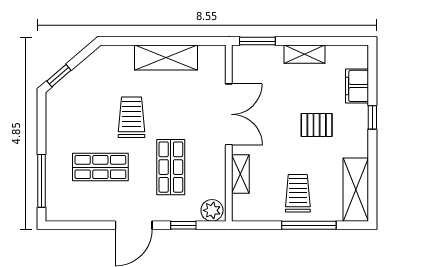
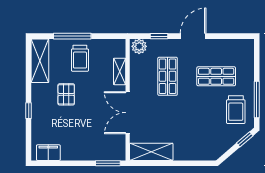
shelving: (304, 54) -> (75, 154), removed
shelving: (166, 58) -> (151, 152), moved
filing cabinet: (357, 86) -> (48, 153), moved, turned -90
trolley: (132, 117) -> (236, 110), moved
pallet: (317, 125) -> (66, 94), moved, turned 90
window: (42, 181) -> (257, 100), moved

